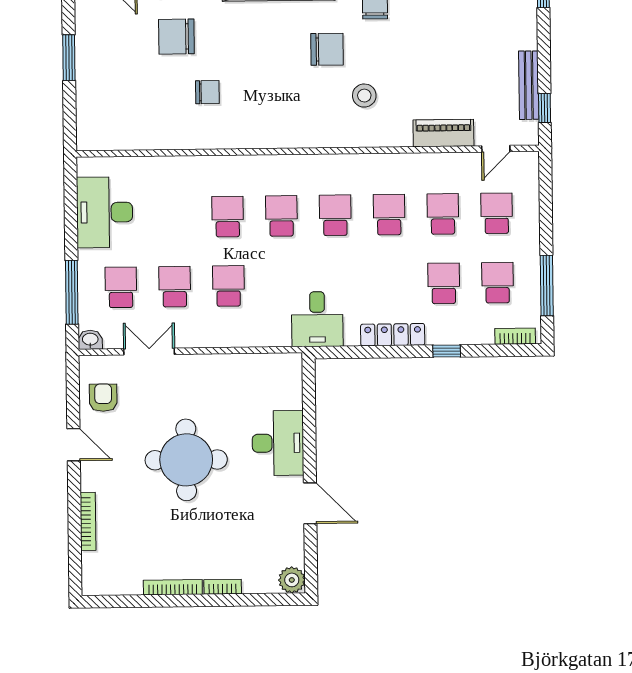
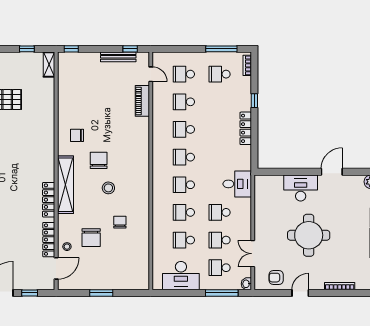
stool: (364, 96) -> (108, 188), moved
school desk: (444, 283) -> (184, 240), moved
desk: (317, 319) -> (237, 184), moved

